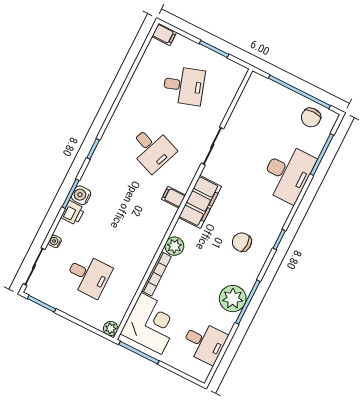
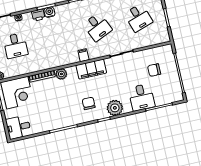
chair: (311, 117) -> (154, 70), moved
desk: (152, 149) -> (97, 27), turned -45
desk: (288, 173) -> (142, 97), width x0.73
plant: (233, 299) -> (115, 108), moved
desk: (204, 342) -> (18, 127), moved, turned 90

